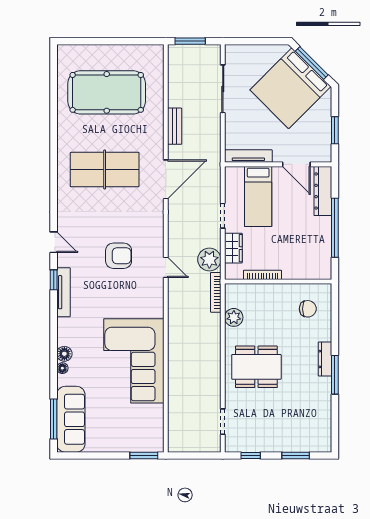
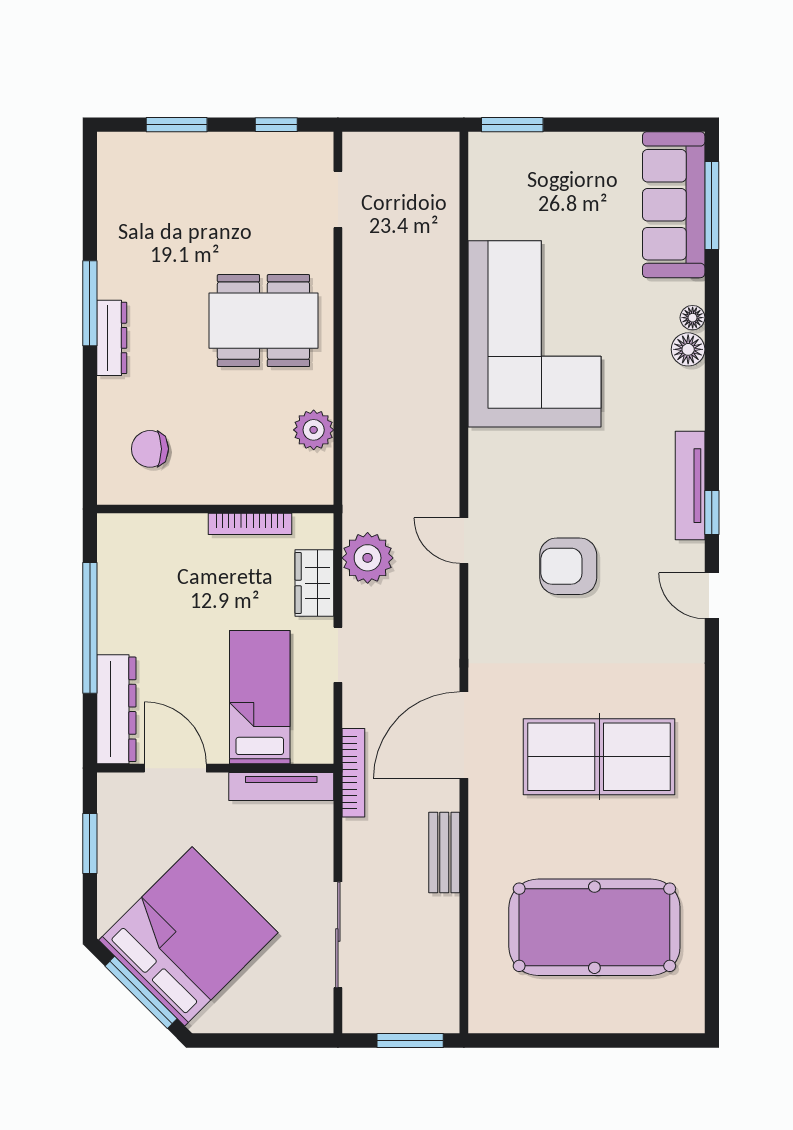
bookcase: (216, 292) -> (353, 773), moved

